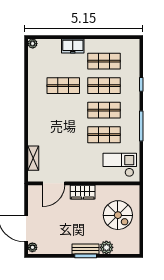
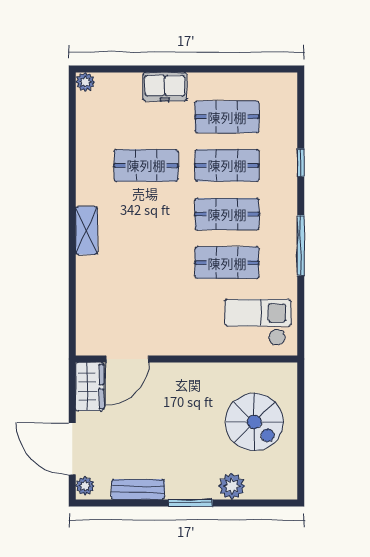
shelving: (33, 158) -> (87, 230), moved
wardrobe: (83, 192) -> (90, 387), moved, turned -90
bench: (85, 249) -> (138, 489), moved

